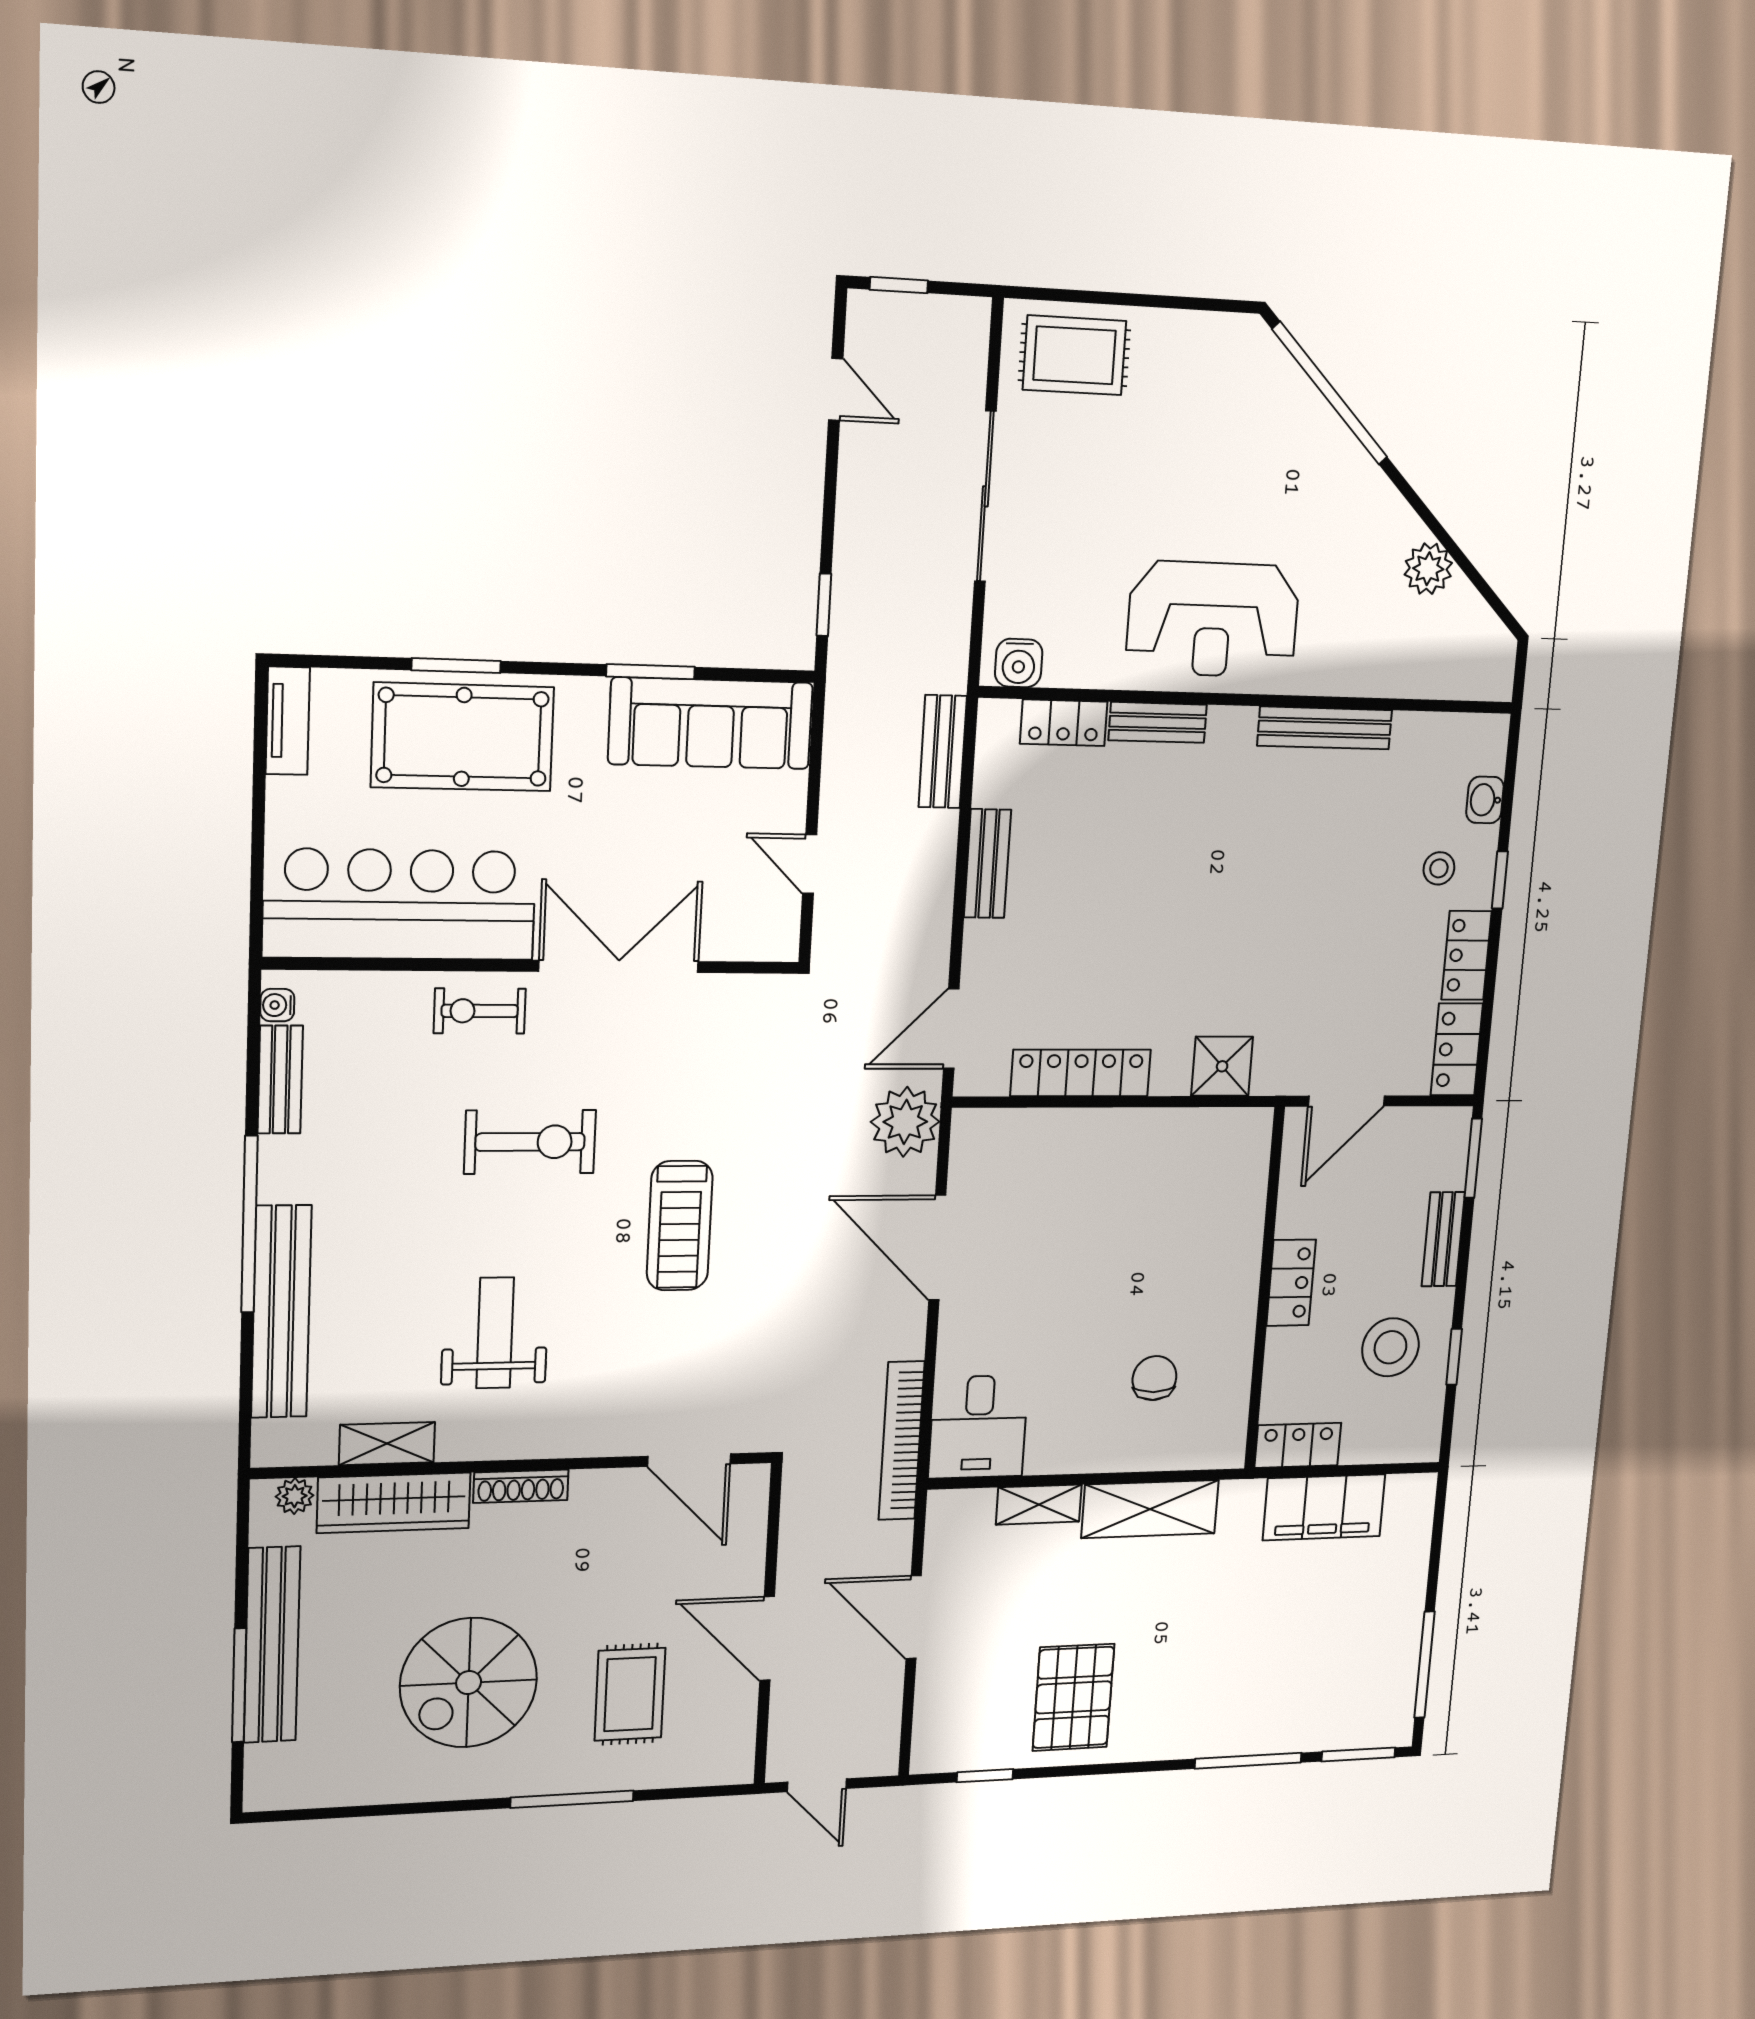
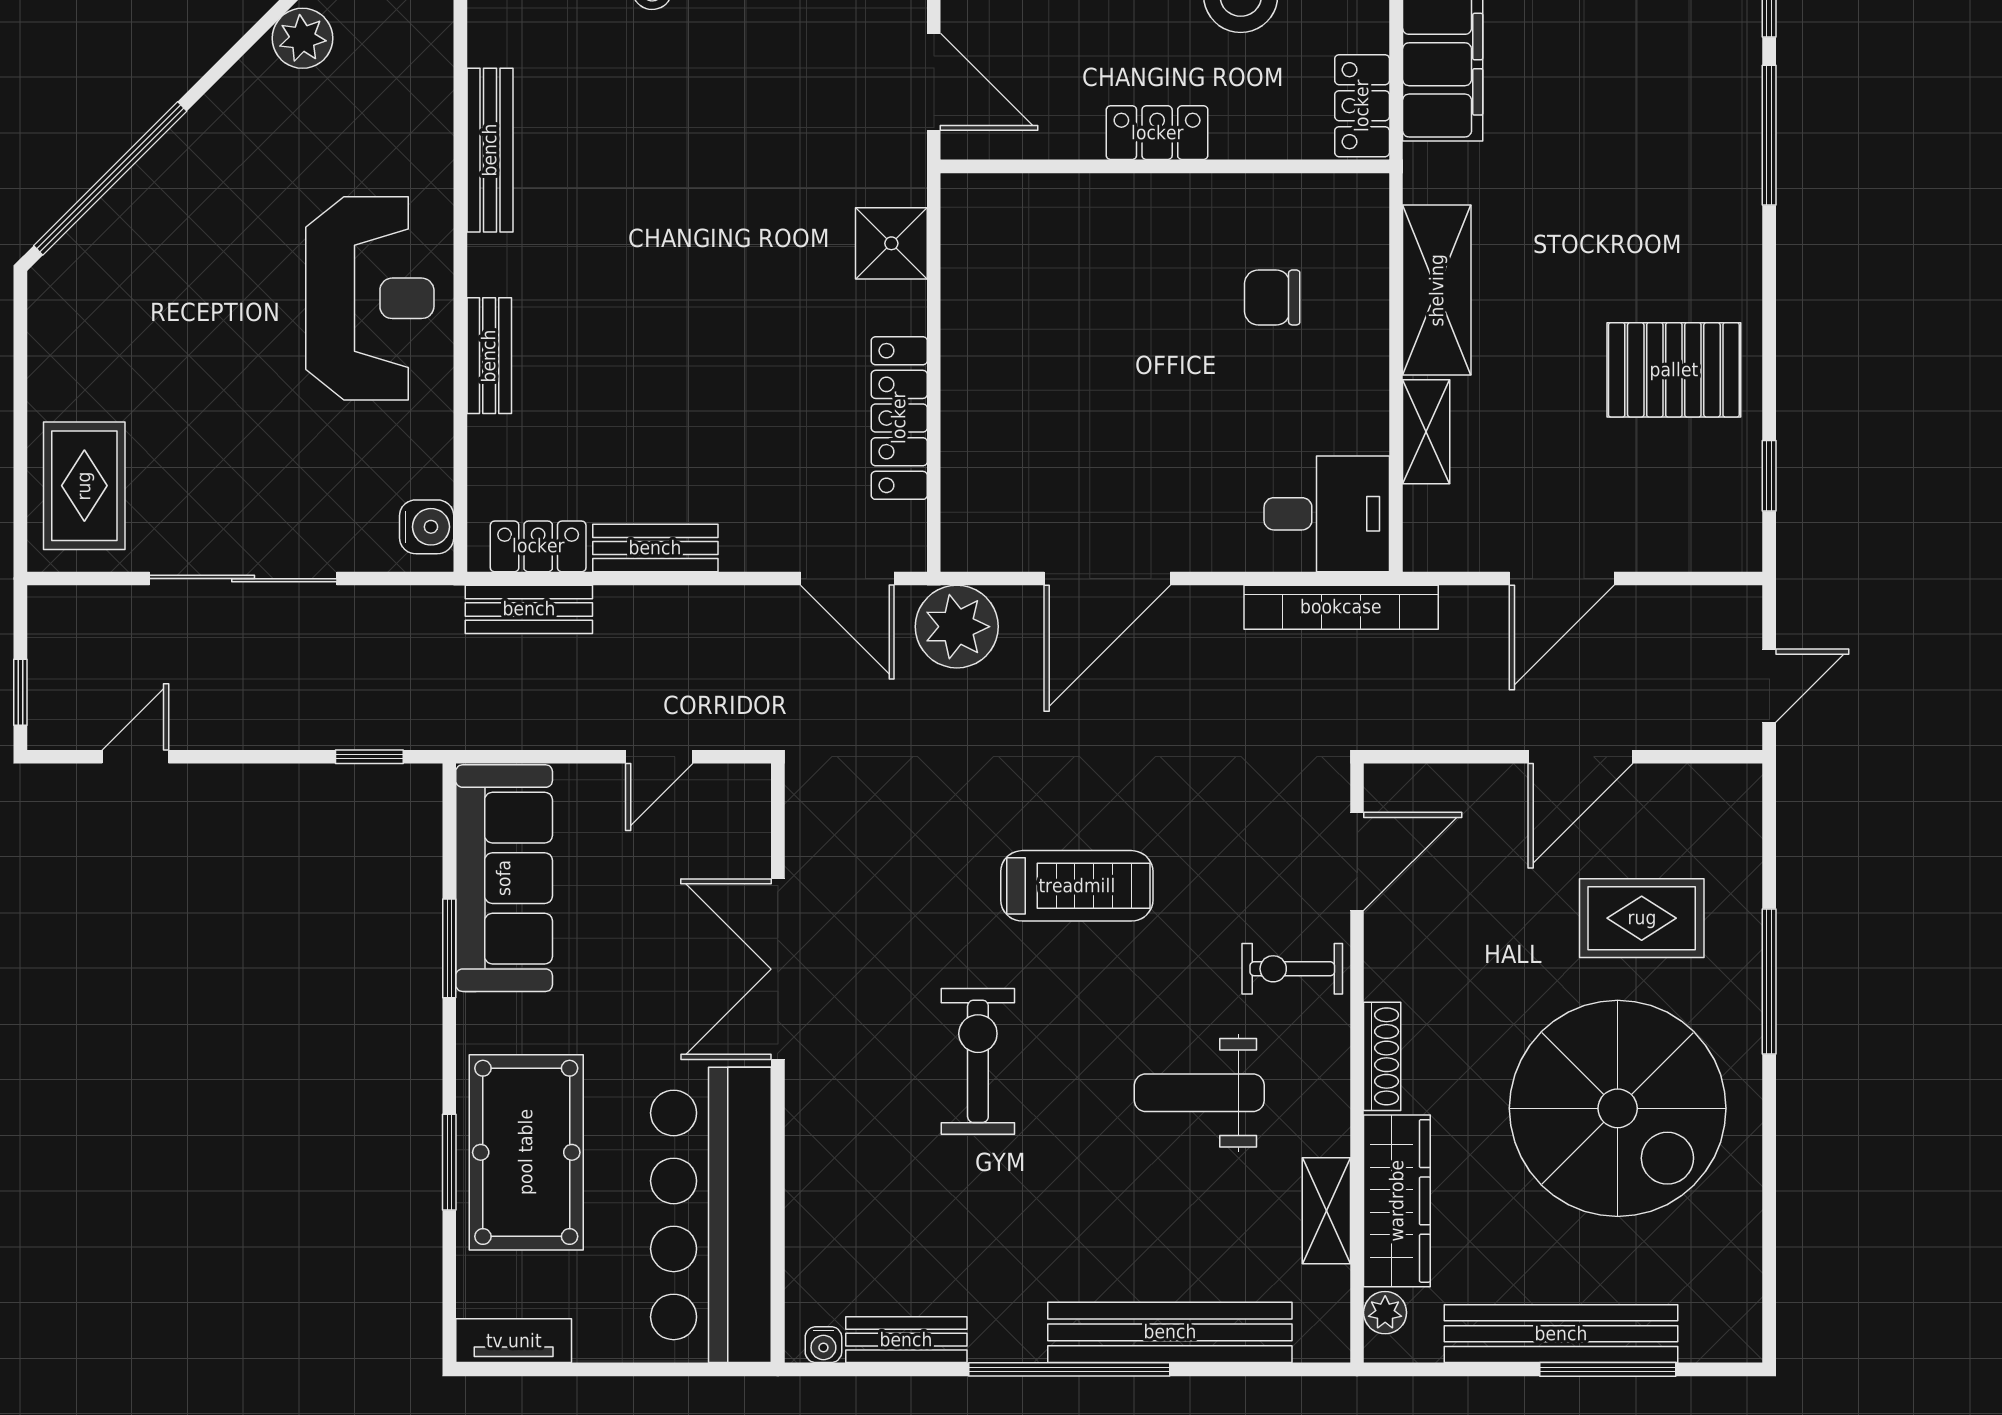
locker: (1064, 723) -> (538, 546), moved, turned -90
exercise bike: (480, 1011) -> (1292, 969), moved, turned 90
spiral stairs: (469, 1683) -> (1618, 1108), width x1.37, depth x1.37

